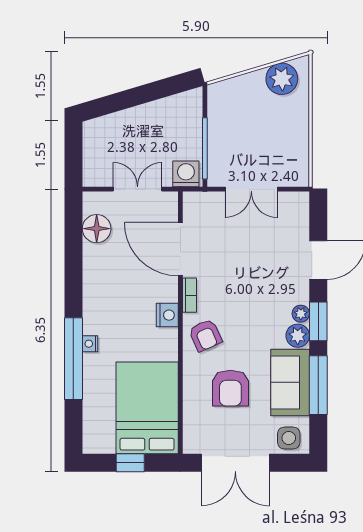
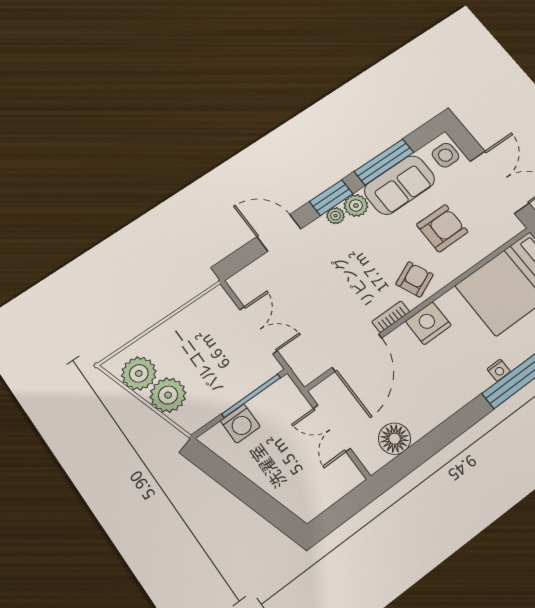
plant: (250, 89) -> (168, 395), added
washing machine: (186, 174) -> (240, 424), moved, turned -90
nightstand: (167, 315) -> (428, 323), width x1.36, depth x1.33

